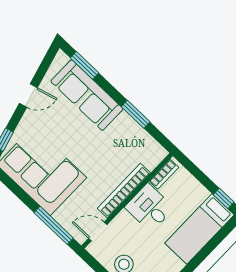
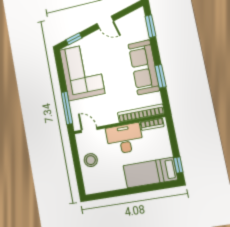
sofa: (87, 95) -> (144, 67), moved
bookcase: (124, 191) -> (141, 113), moved
desk: (149, 208) -> (125, 139), width x1.37

